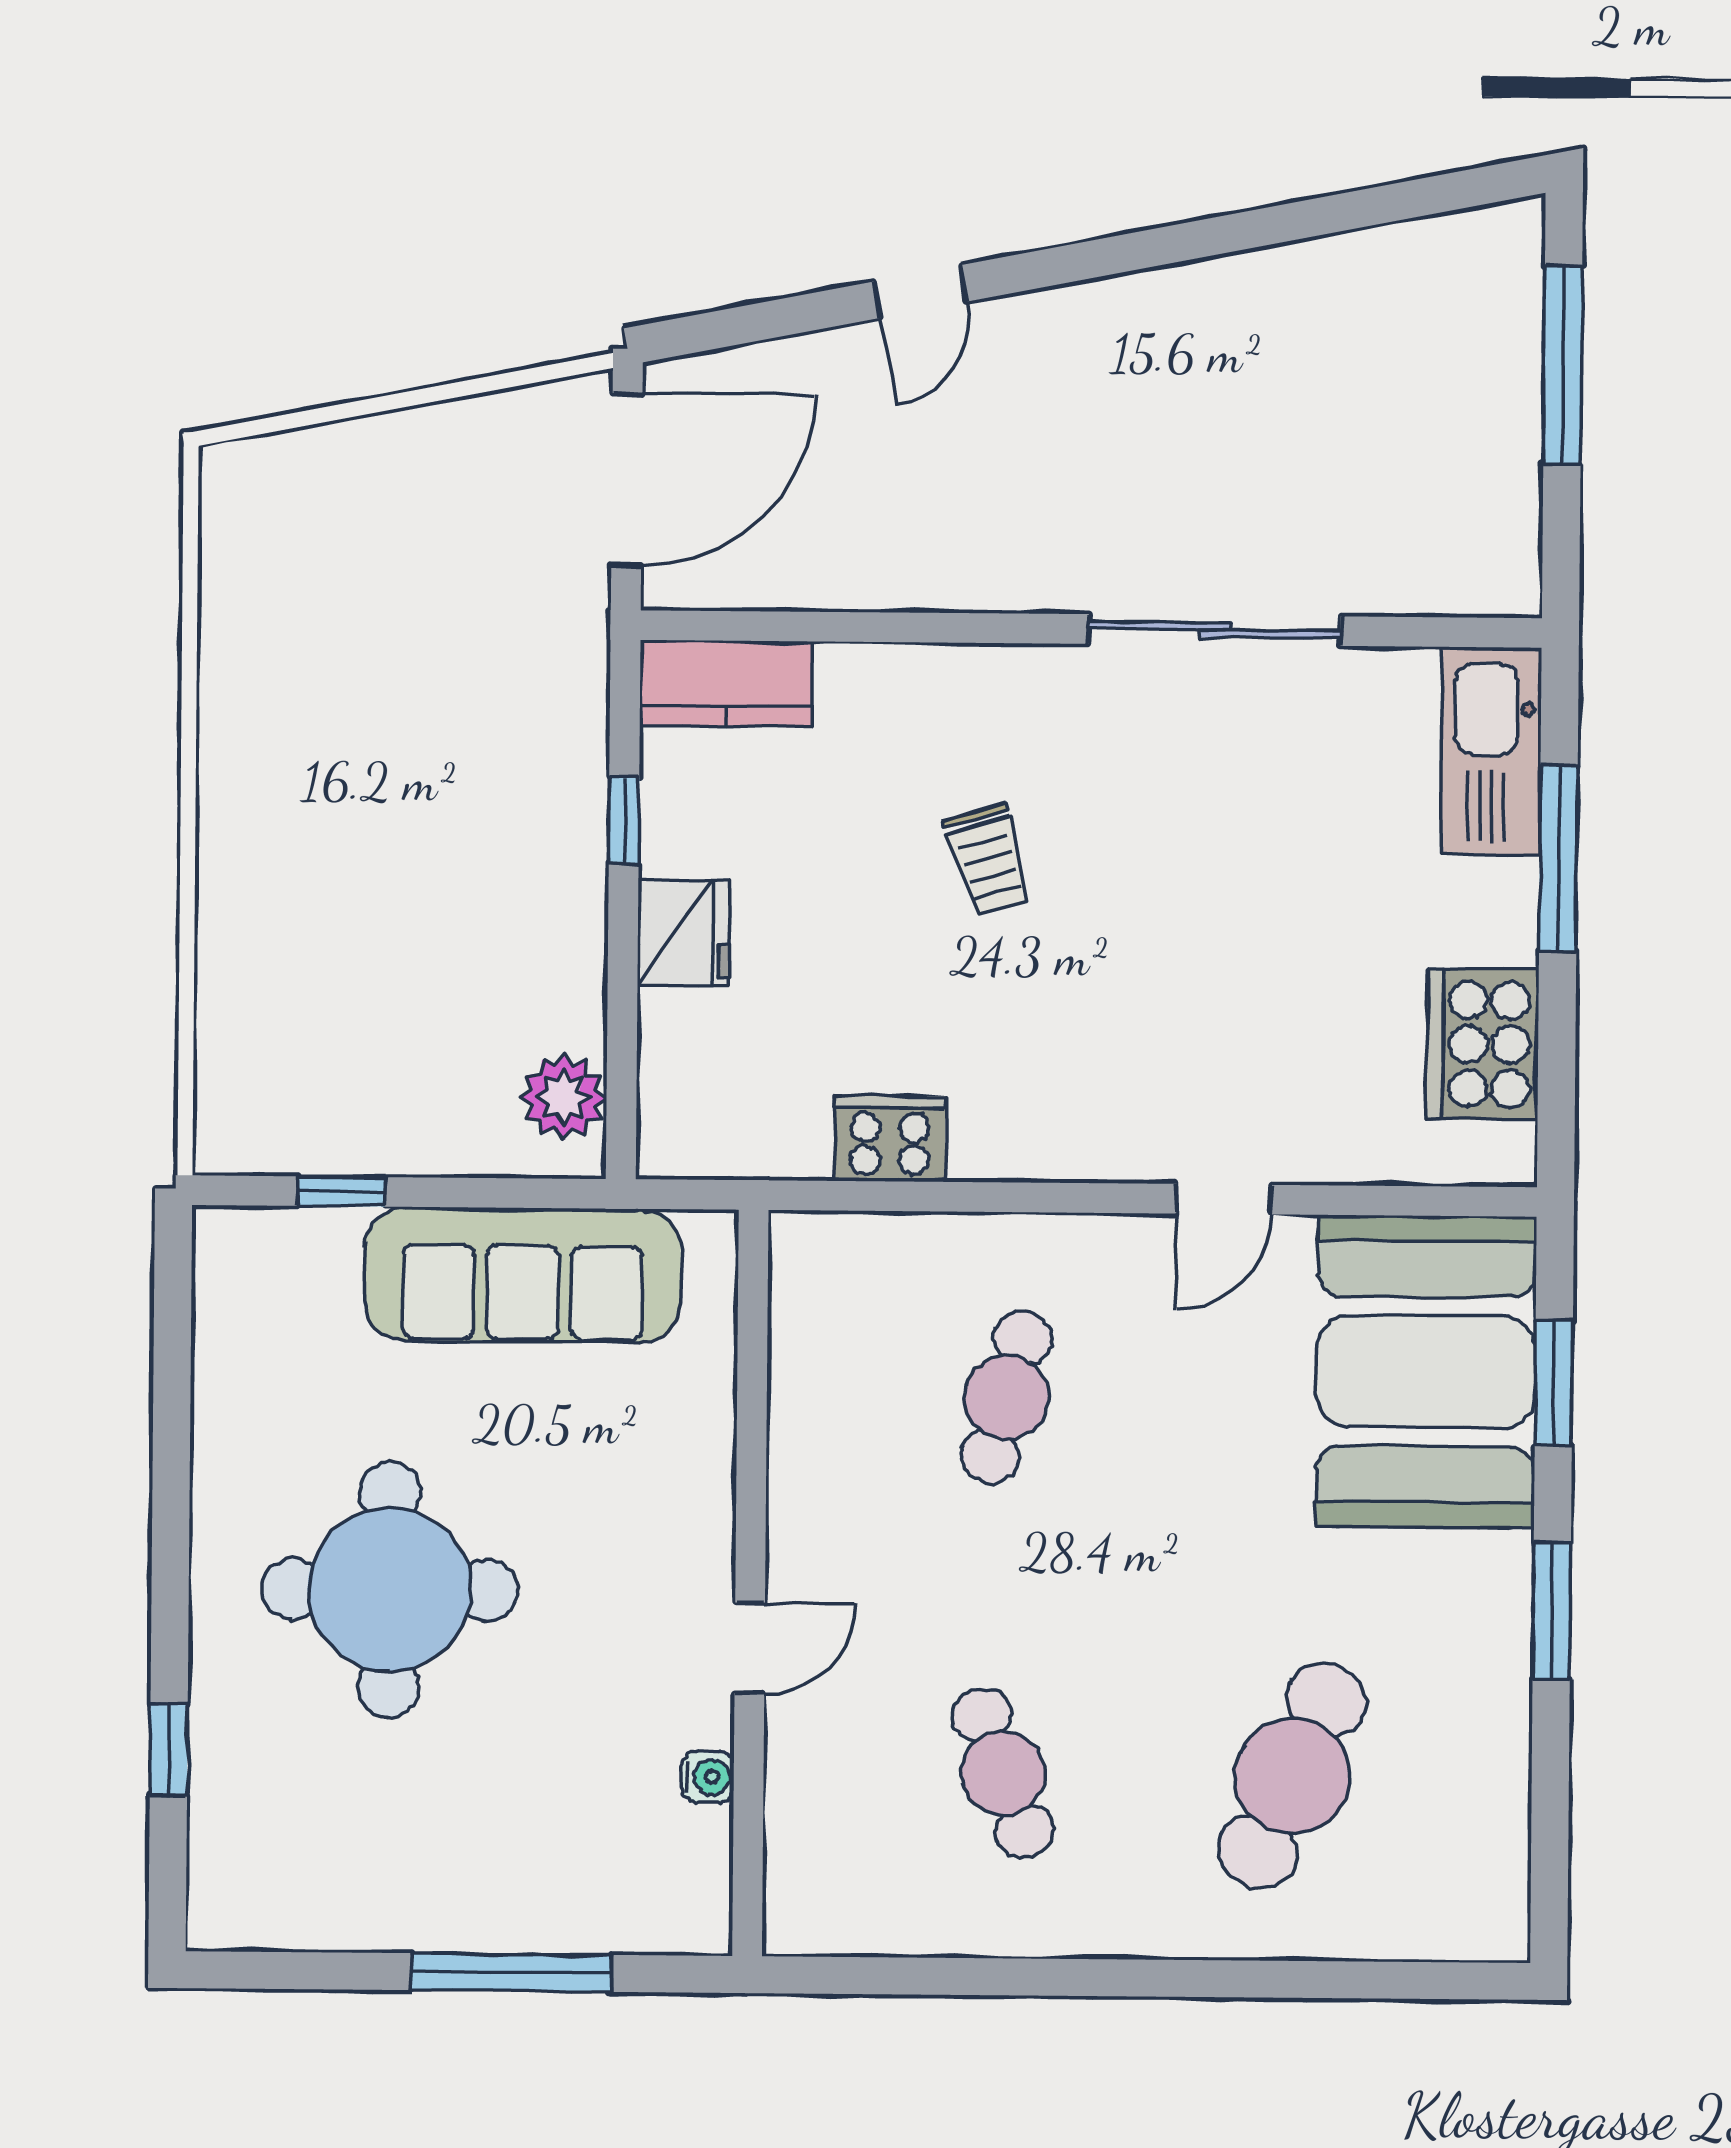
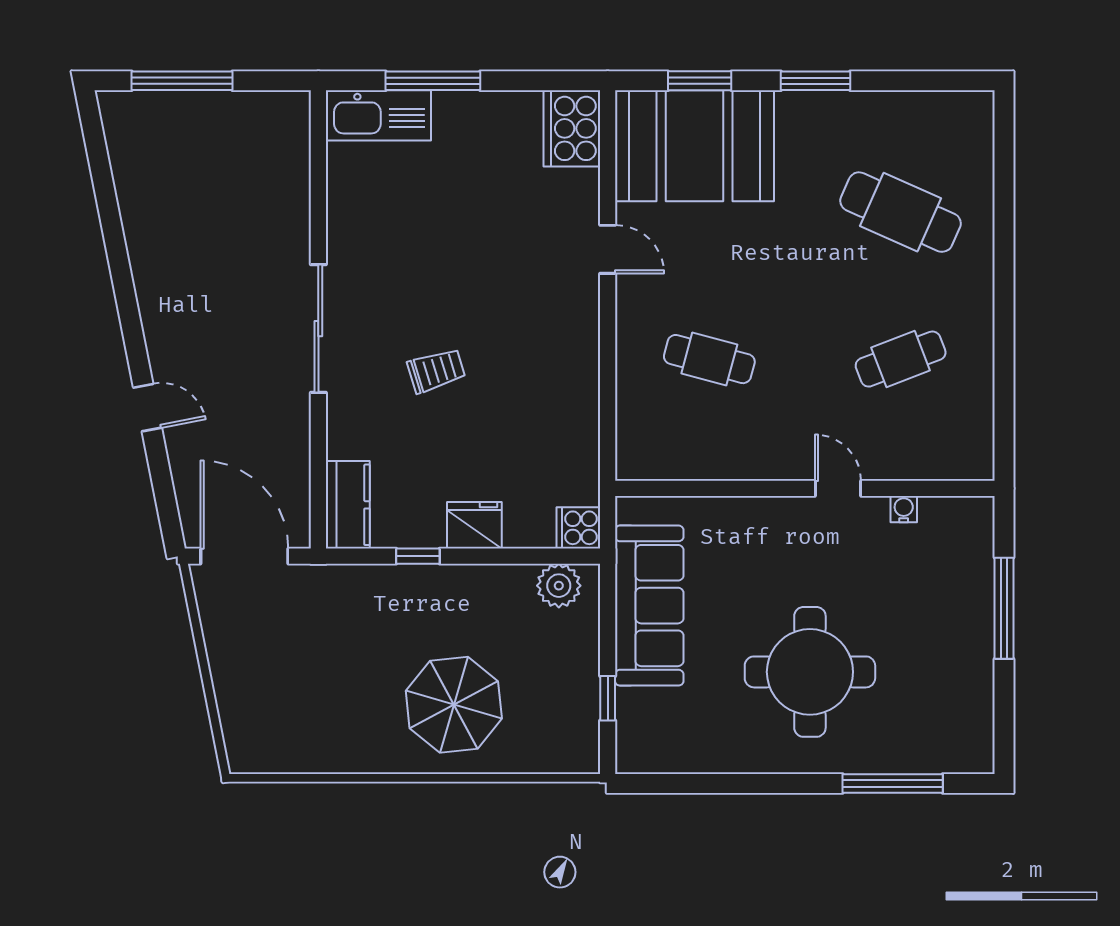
sliding door: (1215, 630) -> (318, 329), moved
parasol: (331, 889) -> (454, 705), added
cooker: (1483, 1044) -> (572, 128), moved, turned 90
cooker: (890, 1139) -> (578, 528), moved, width x0.73
window: (169, 1750) -> (893, 783), width x2.17

